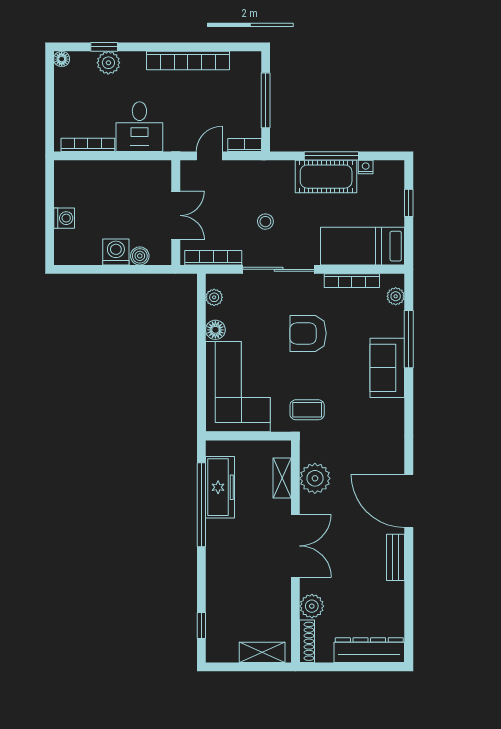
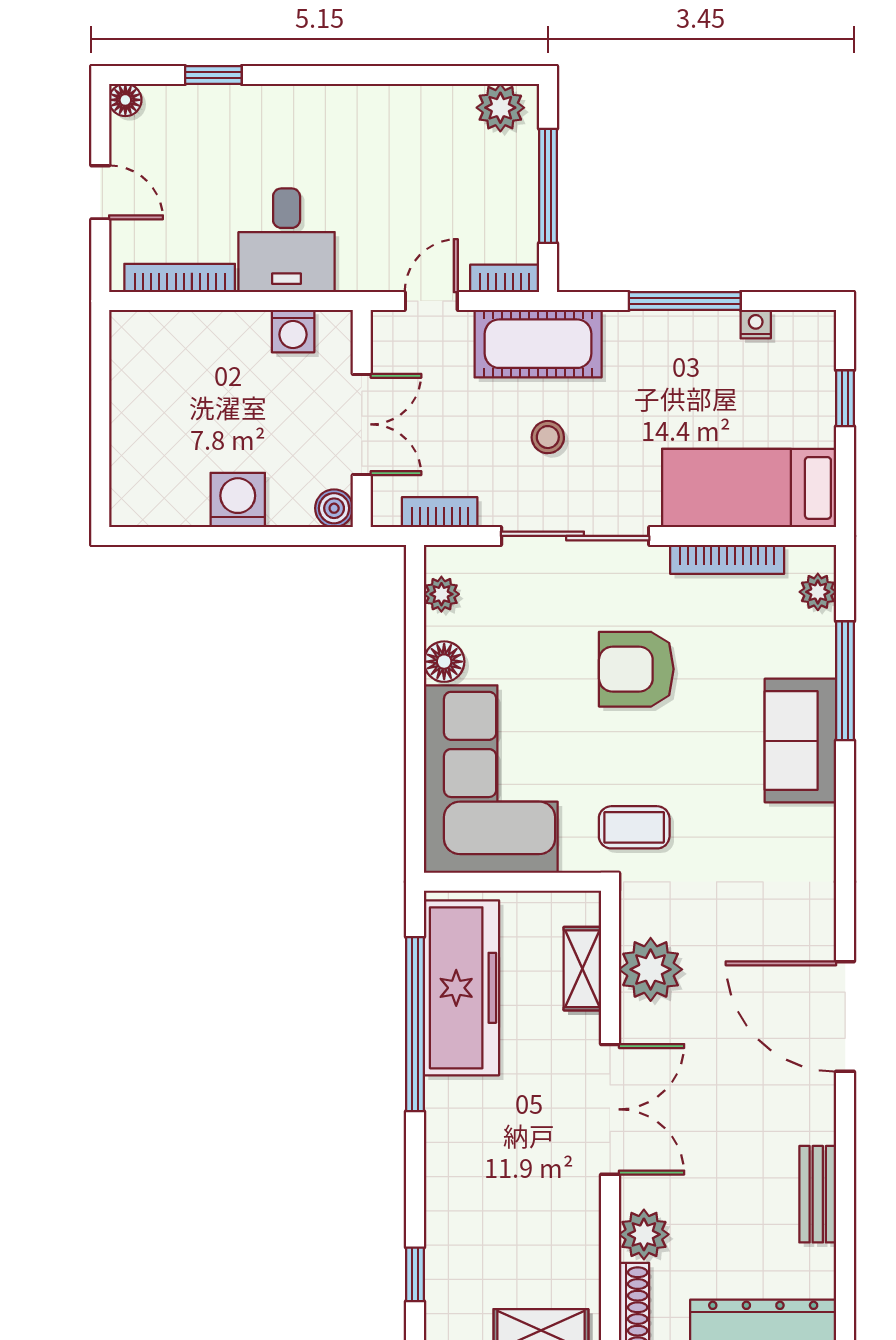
bookcase: (188, 61) -> (387, 103), removed
plant: (108, 63) -> (500, 108), moved
door: (50, 104) -> (100, 192), added
cot: (326, 177) -> (538, 344), moved
washing machine: (64, 218) -> (293, 331), moved, turned 90
boiler: (140, 256) -> (334, 508), moved
bookcase: (213, 258) -> (440, 512), width x0.64
freezer: (220, 487) -> (461, 988), width x1.36, depth x1.26
bench: (396, 557) -> (818, 1194), moved

